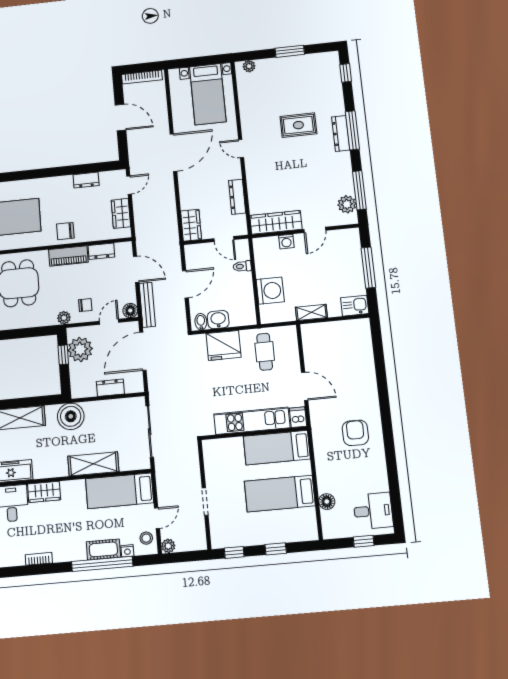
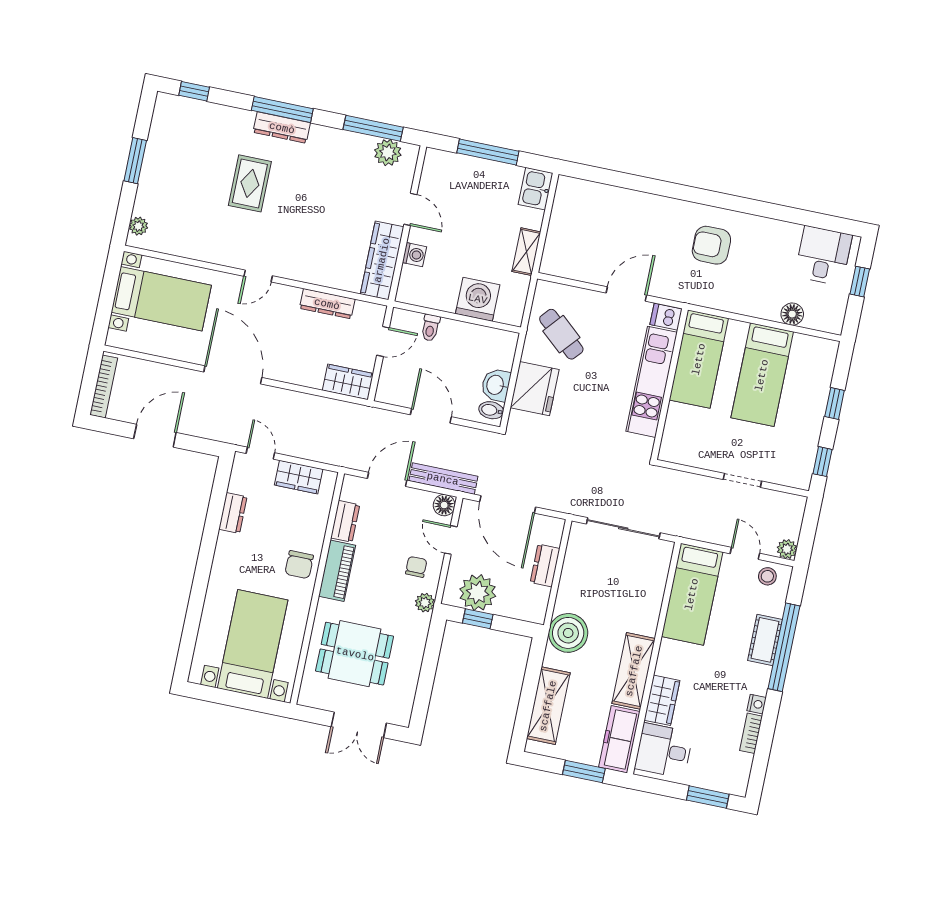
cafe table: (265, 352) -> (561, 334), turned 41
shelving: (93, 464) -> (634, 671), moved
nightstand: (127, 551) -> (757, 704), moved

